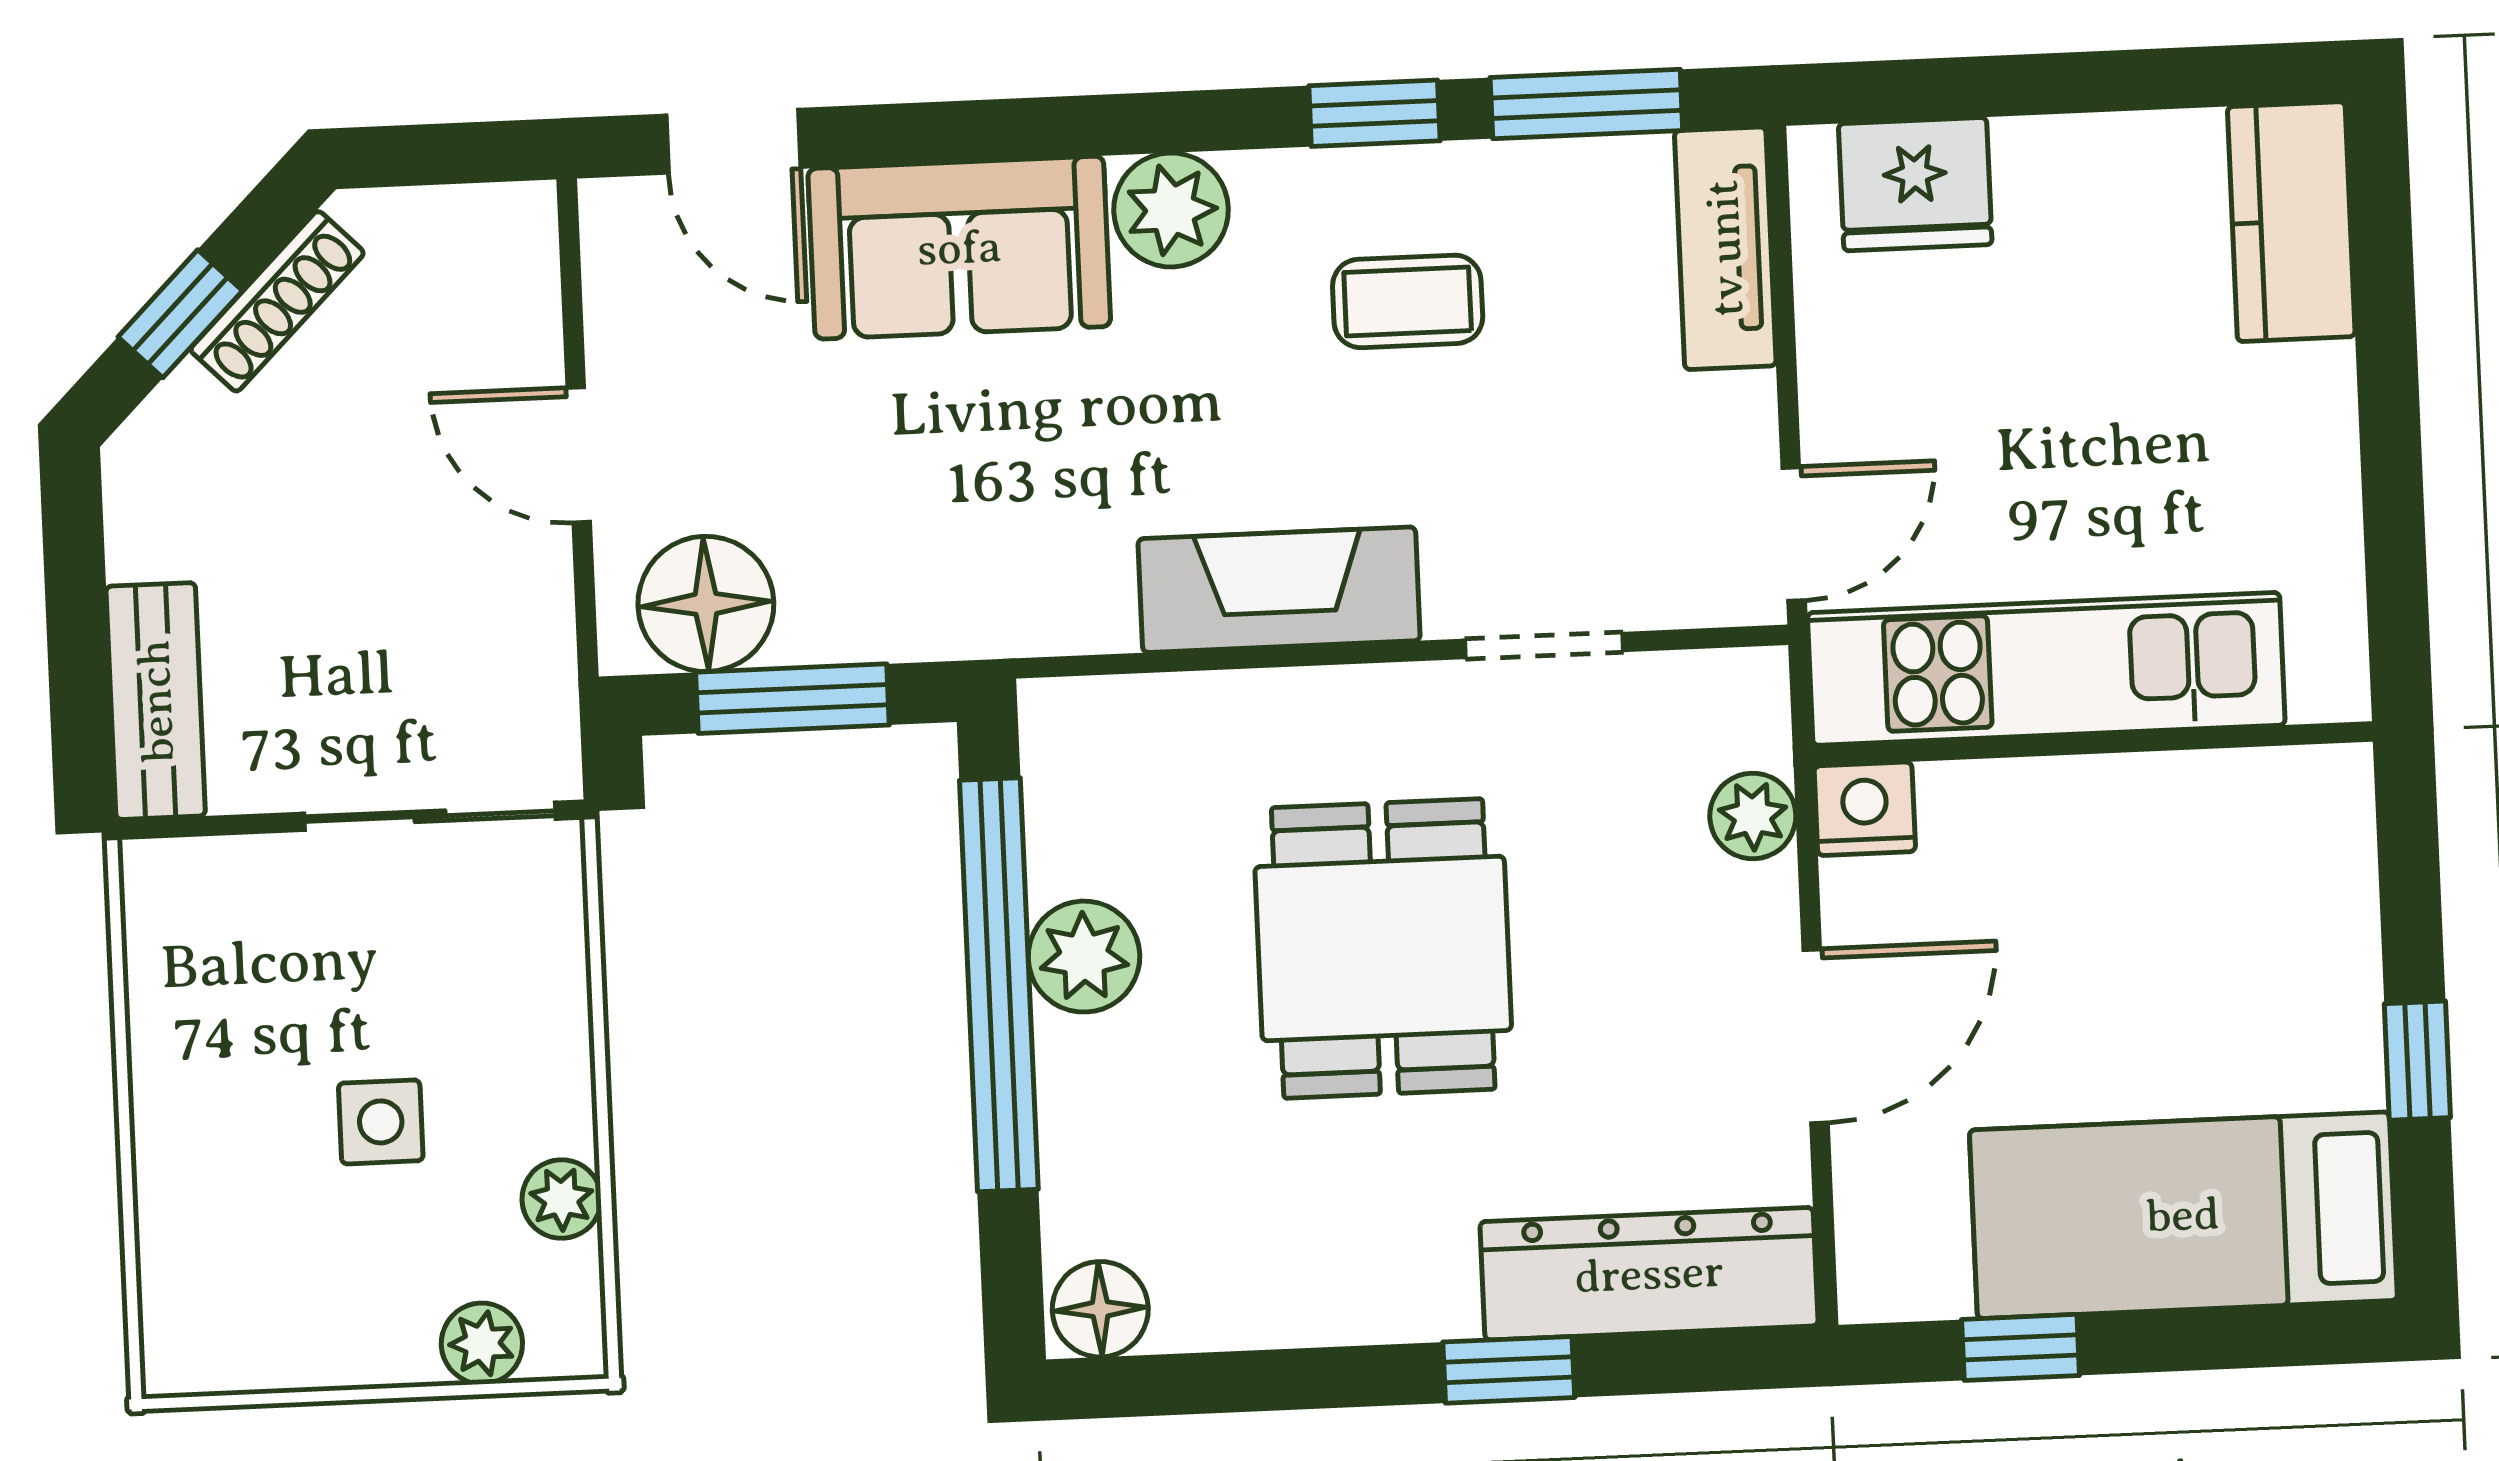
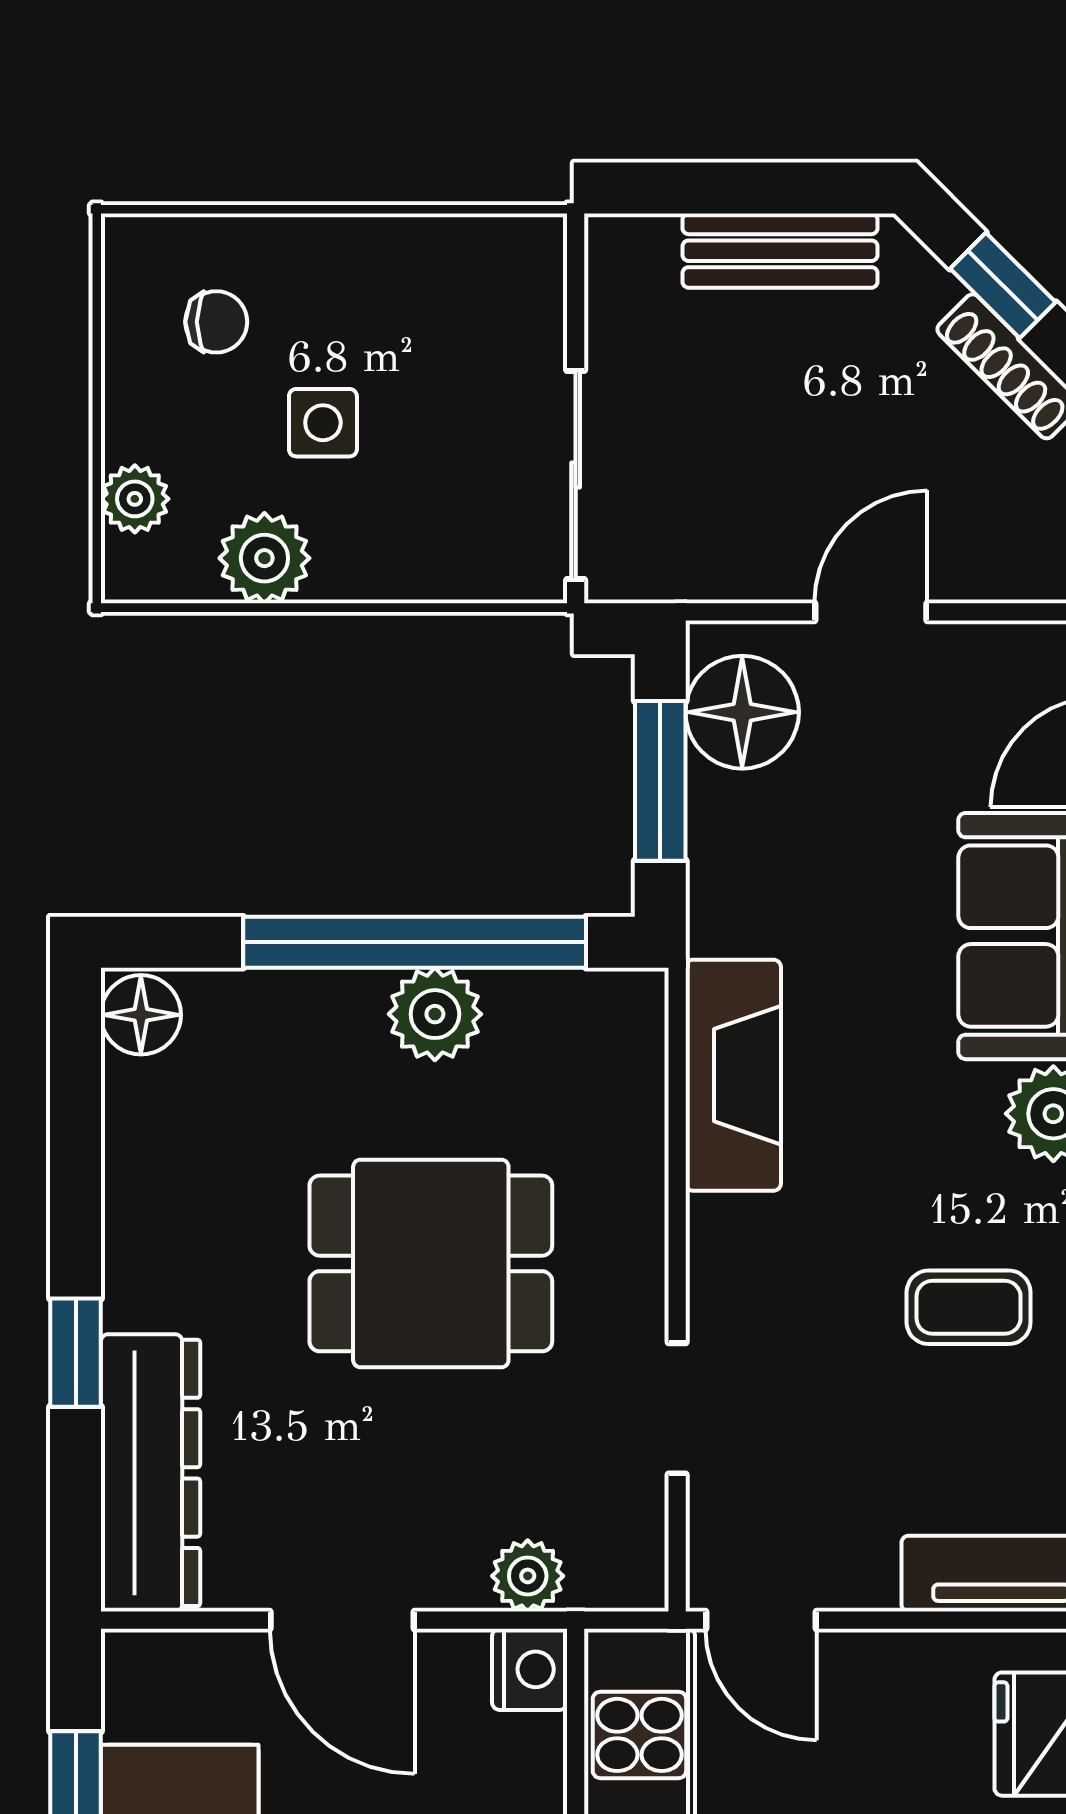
coffee table: (1408, 301) -> (969, 1307), turned 90
fireplace: (1279, 590) -> (733, 1075), moved
bench: (156, 701) -> (780, 251), moved
plant: (562, 1199) -> (264, 558), width x1.38, depth x1.38
chair: (265, 1255) -> (216, 322), added

